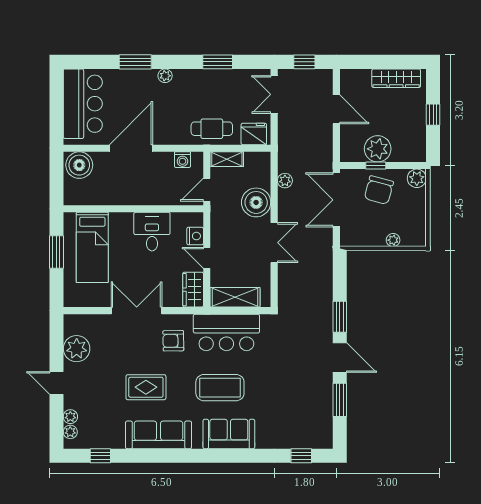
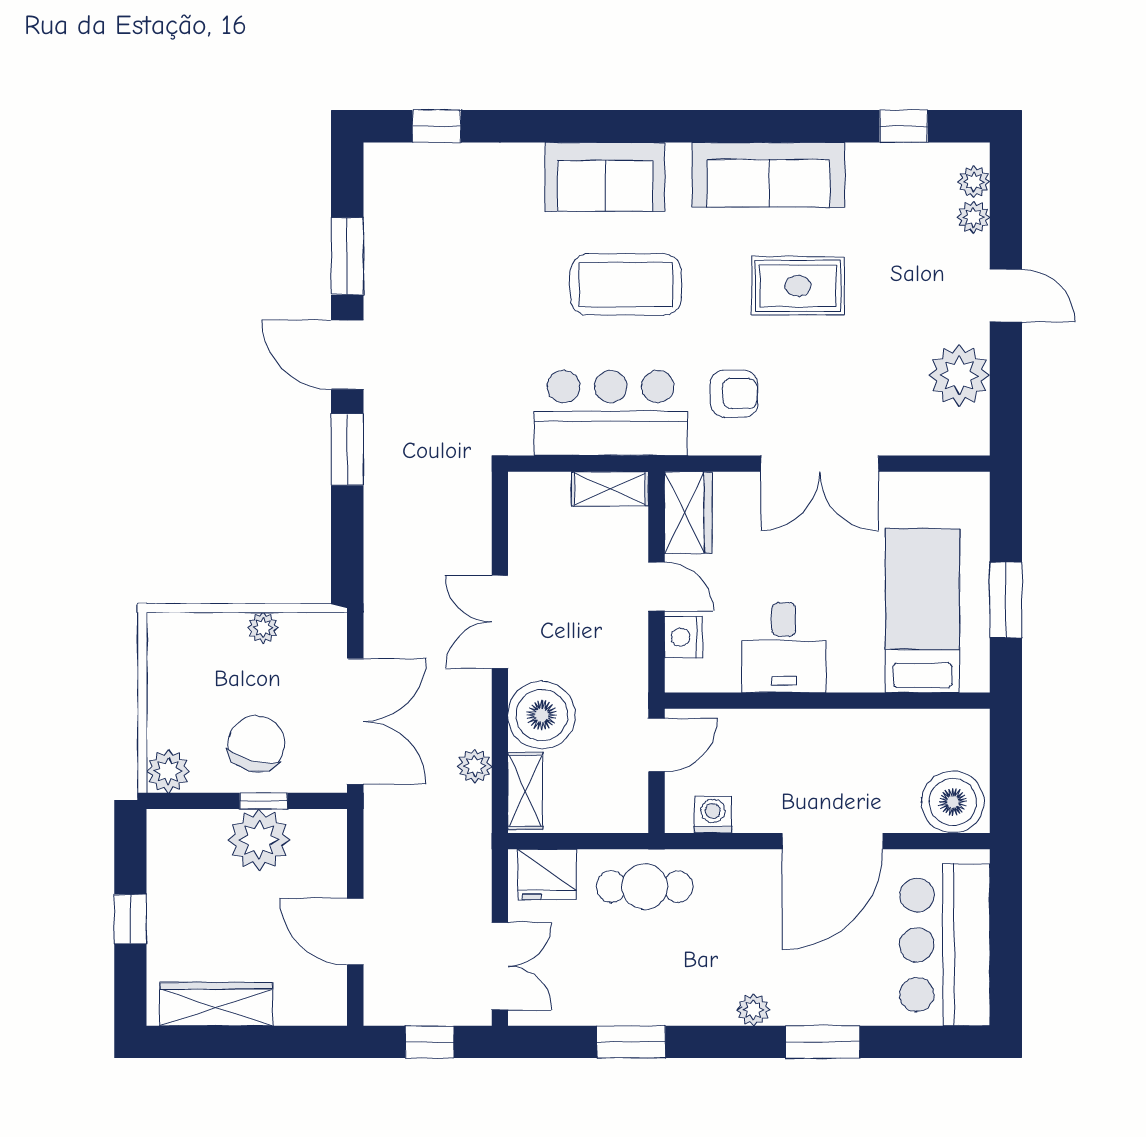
shelving: (227, 159) -> (525, 791), moved, turned 90
plant: (393, 240) -> (263, 628), moved
shelving: (235, 297) -> (610, 489), width x0.67, depth x0.75

